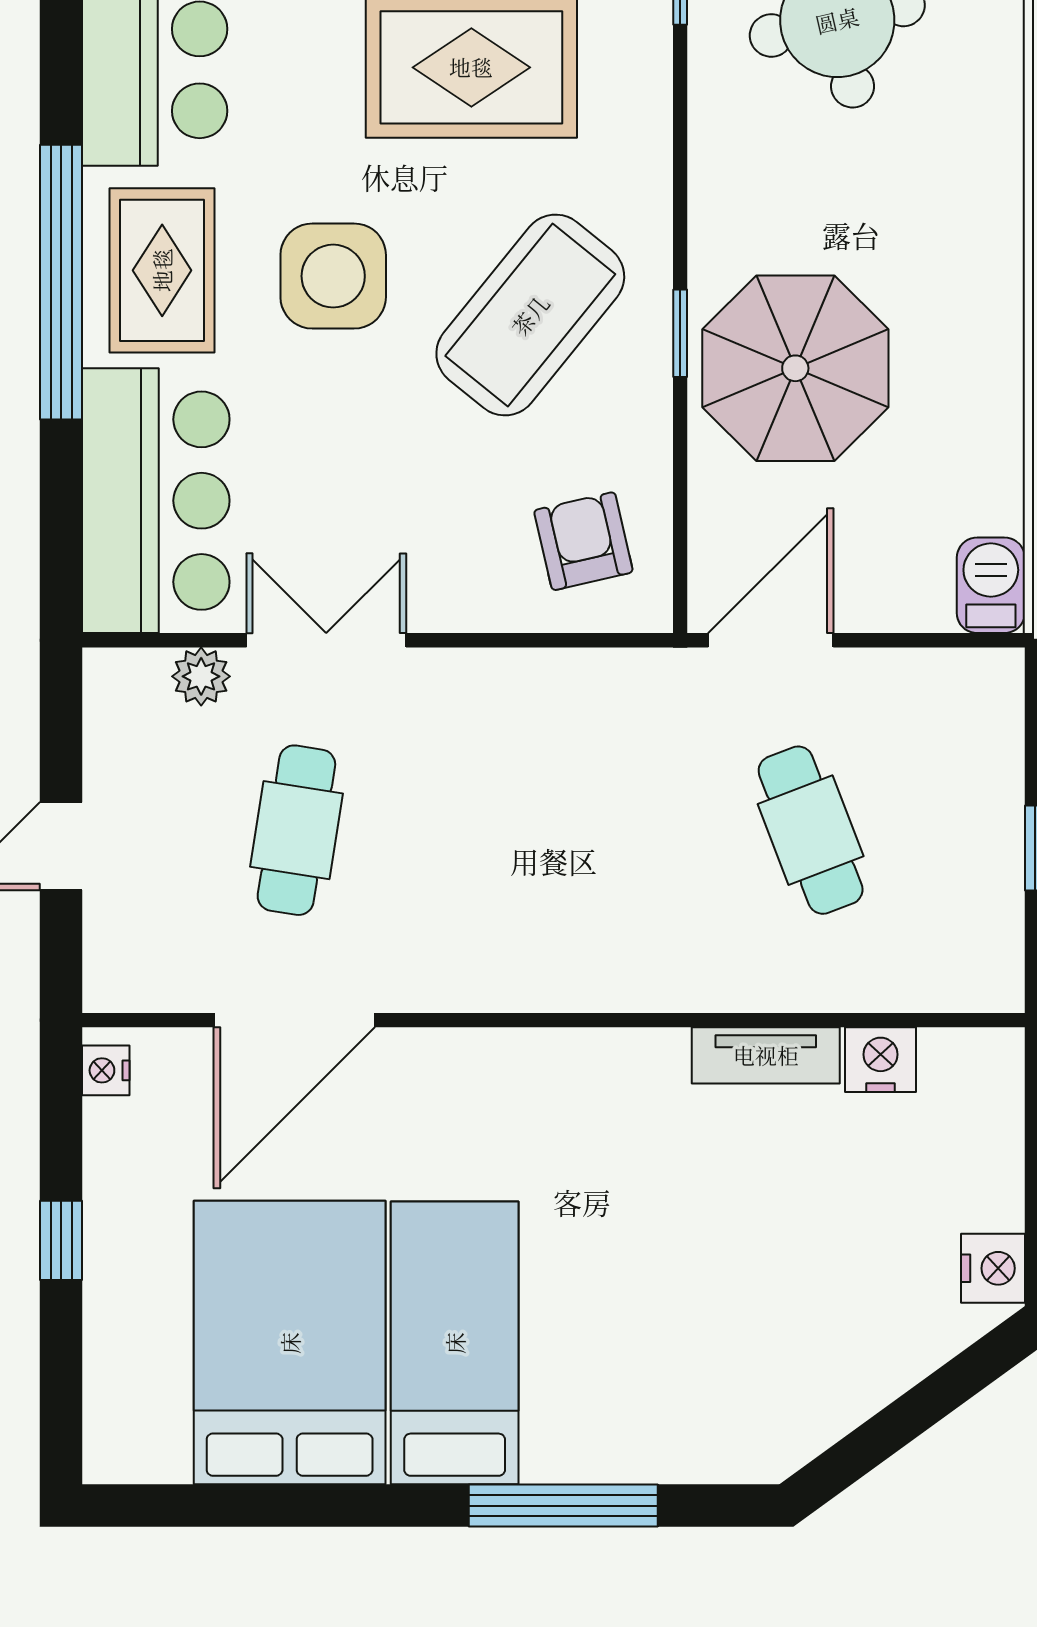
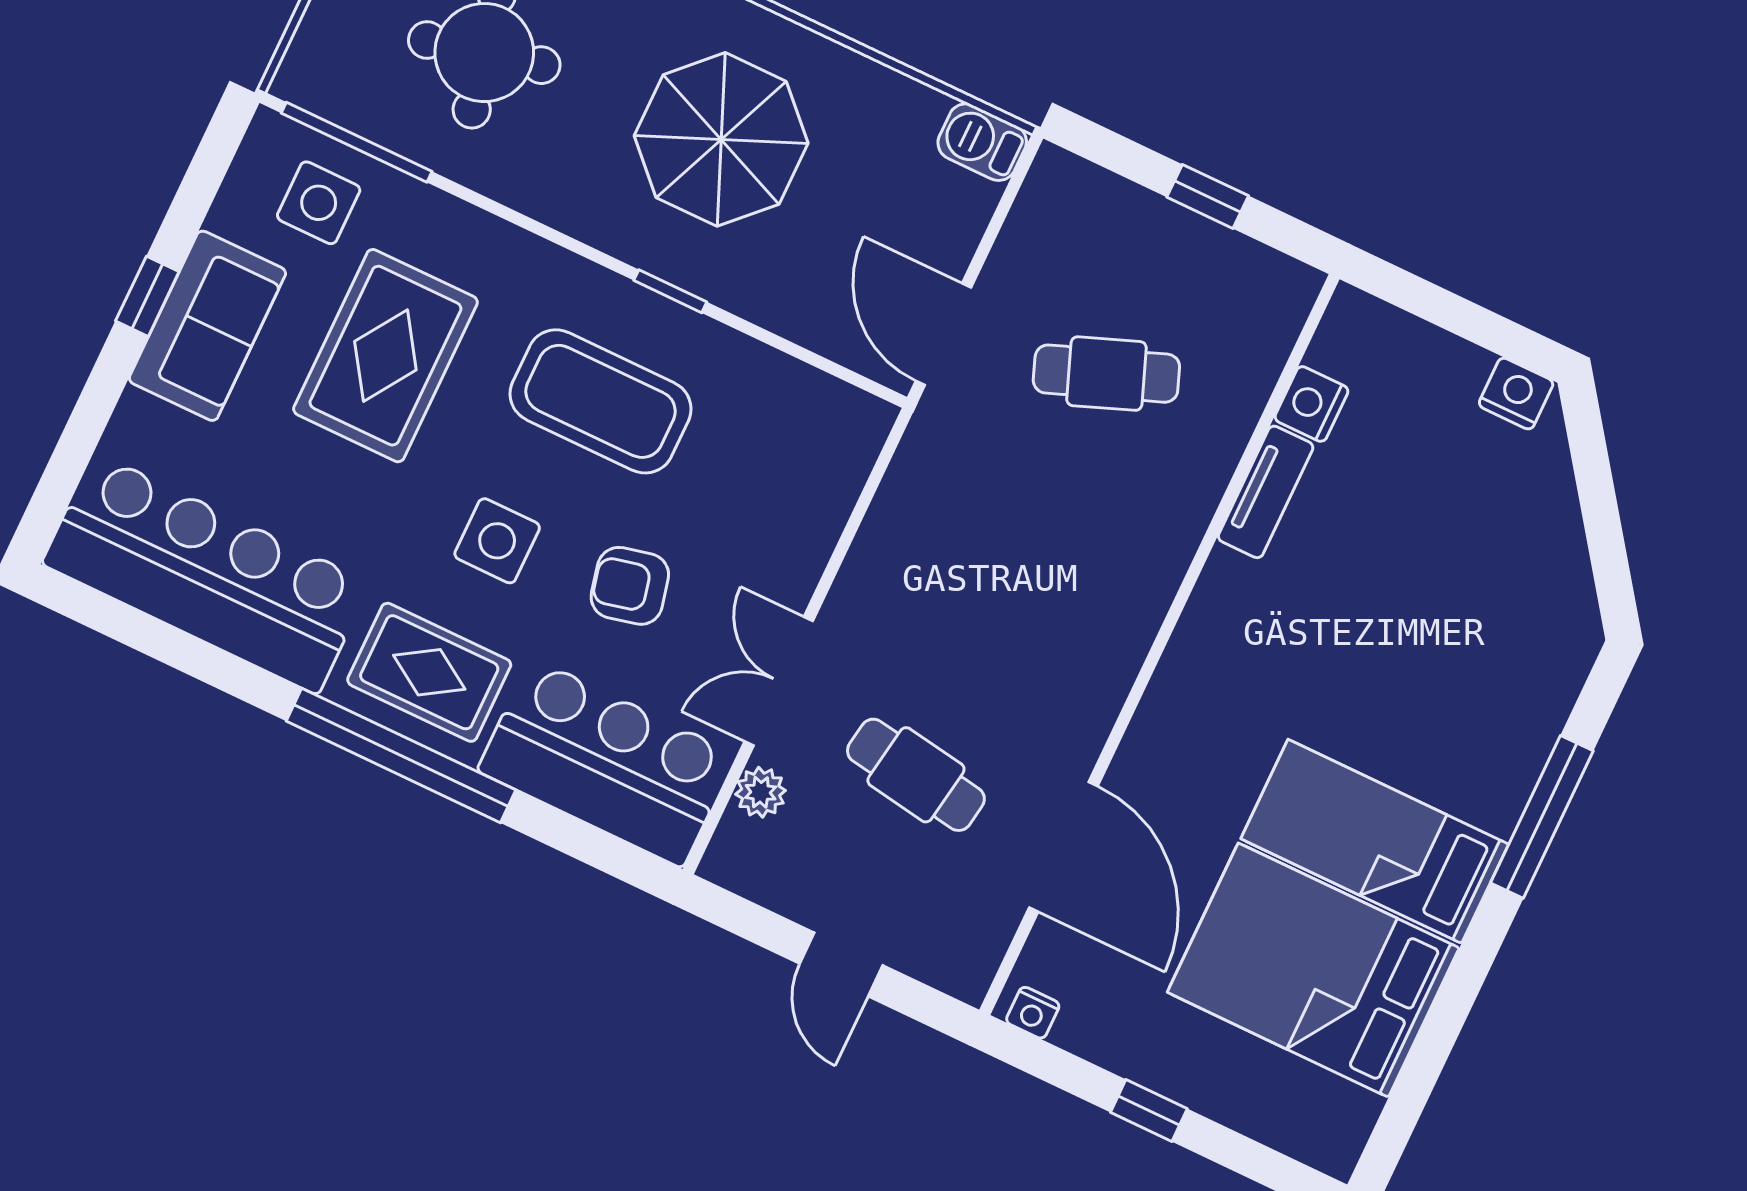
side table: (333, 276) -> (497, 541), width x0.73, depth x0.73
coffee table: (530, 315) -> (601, 401), turned -39
parasol: (795, 368) -> (721, 139), moved
armchair: (583, 541) -> (630, 586), moved

